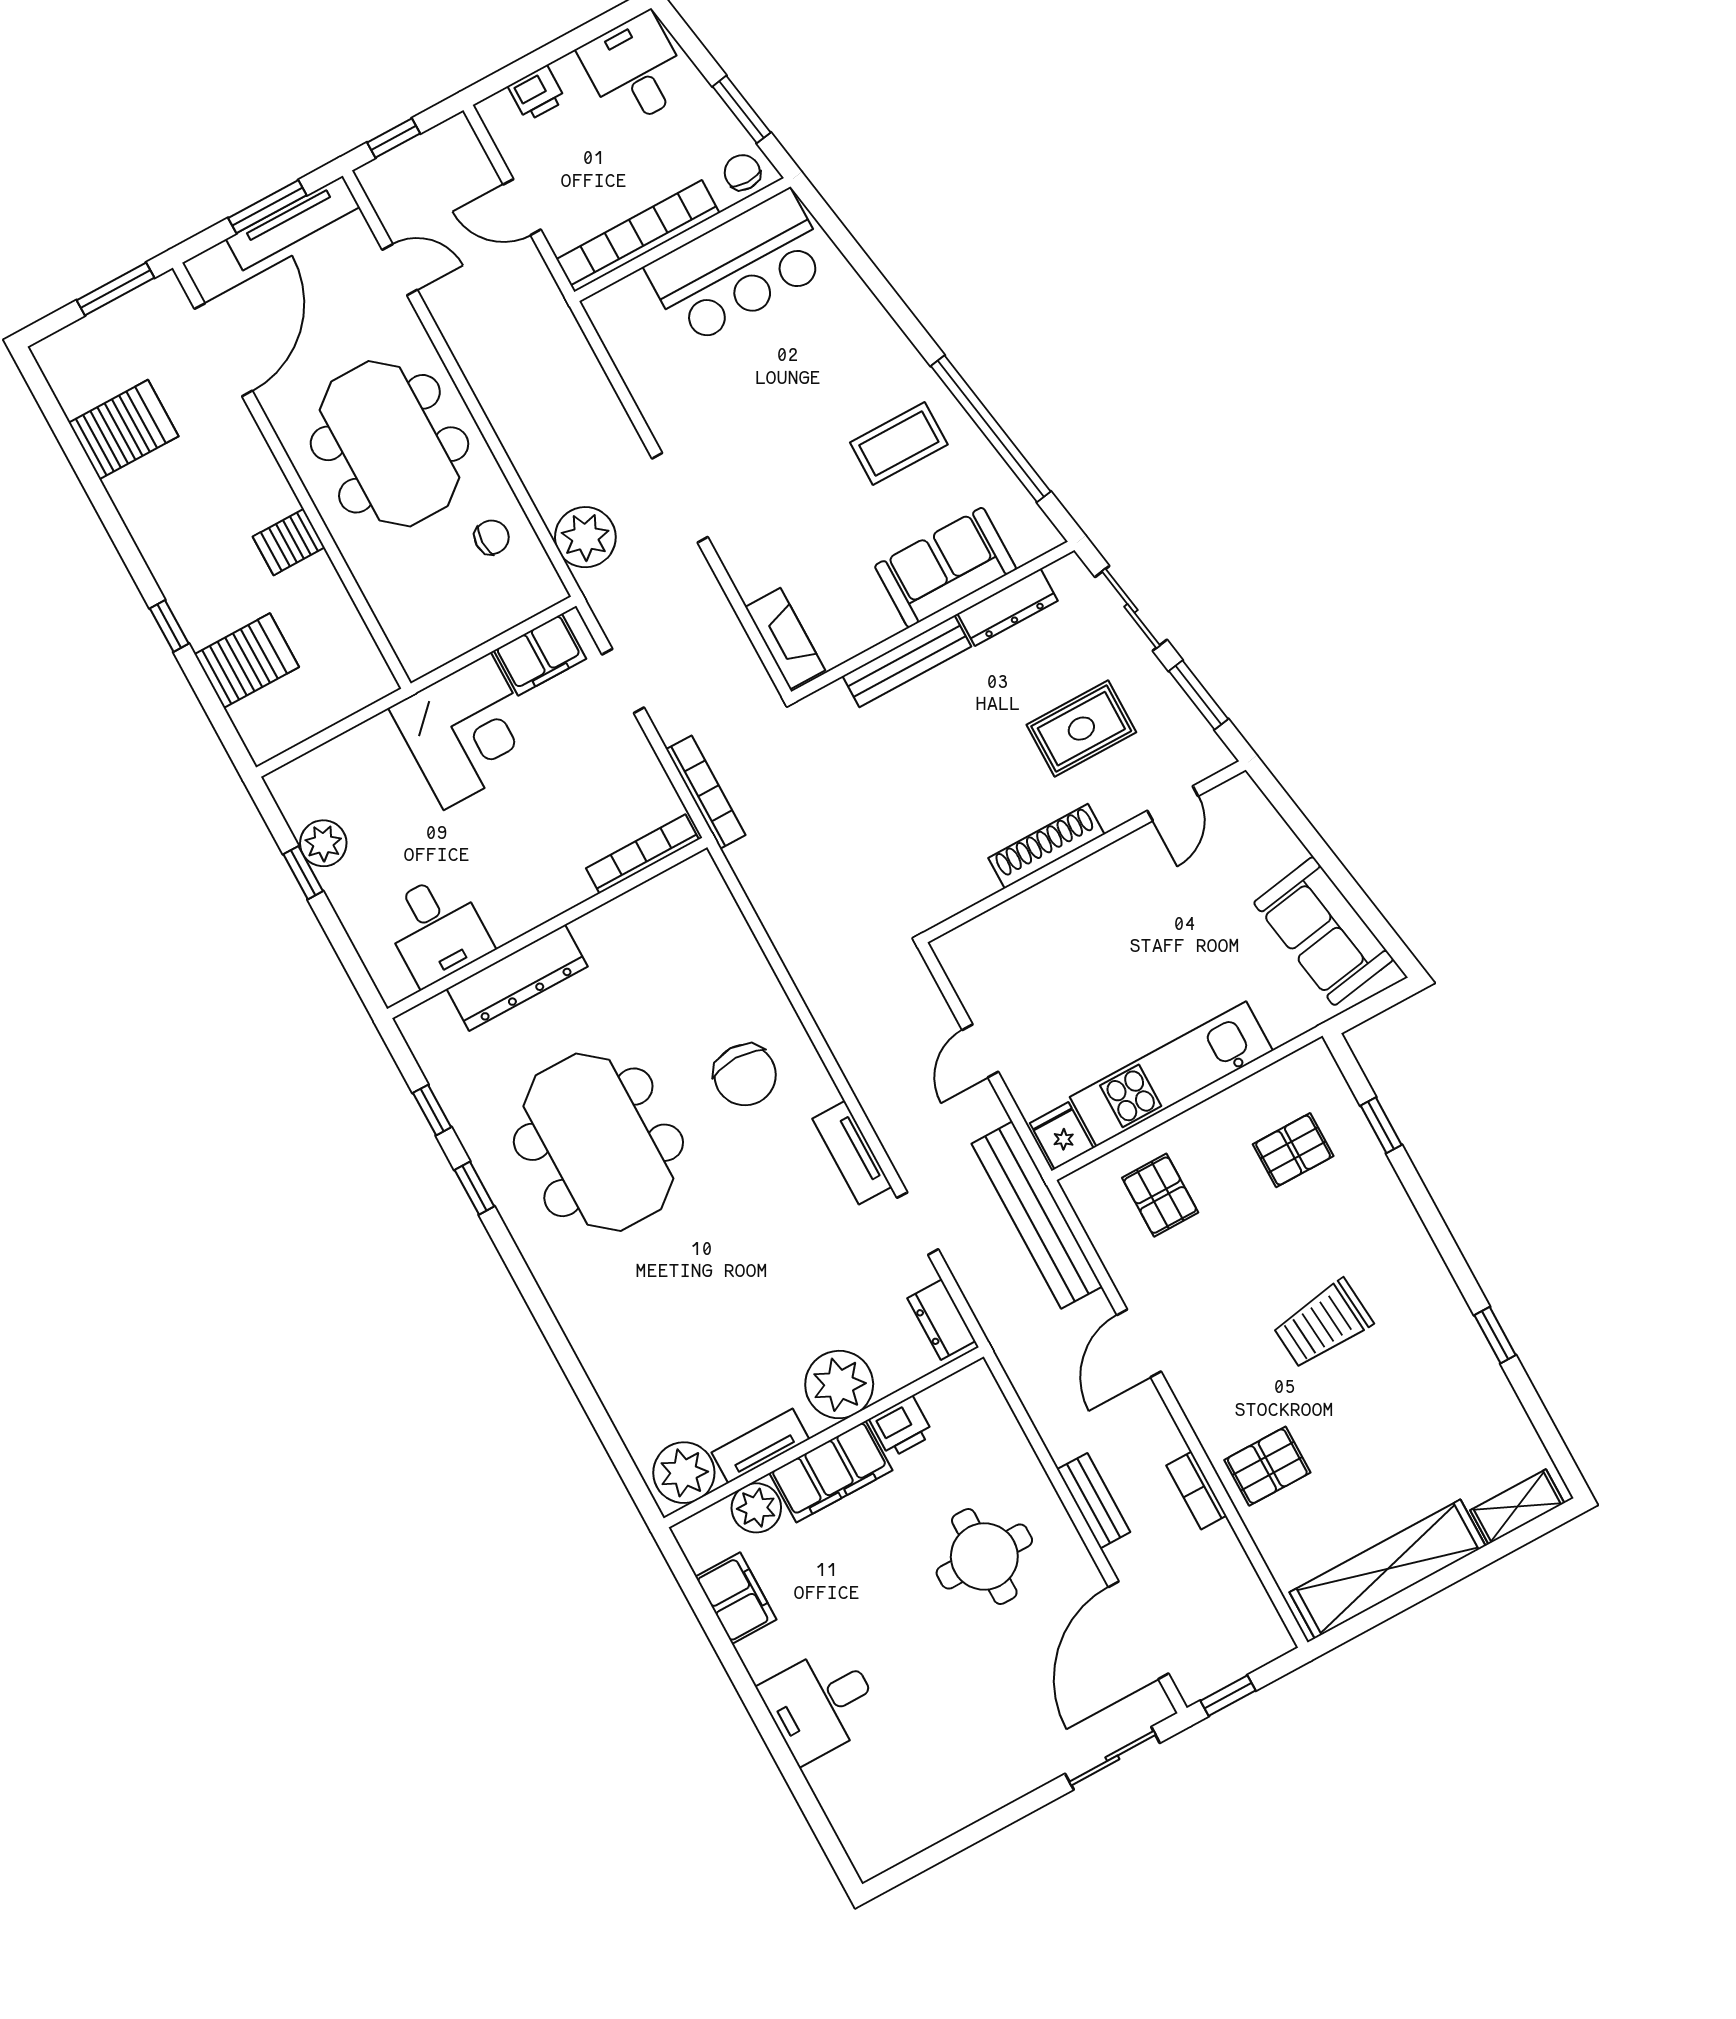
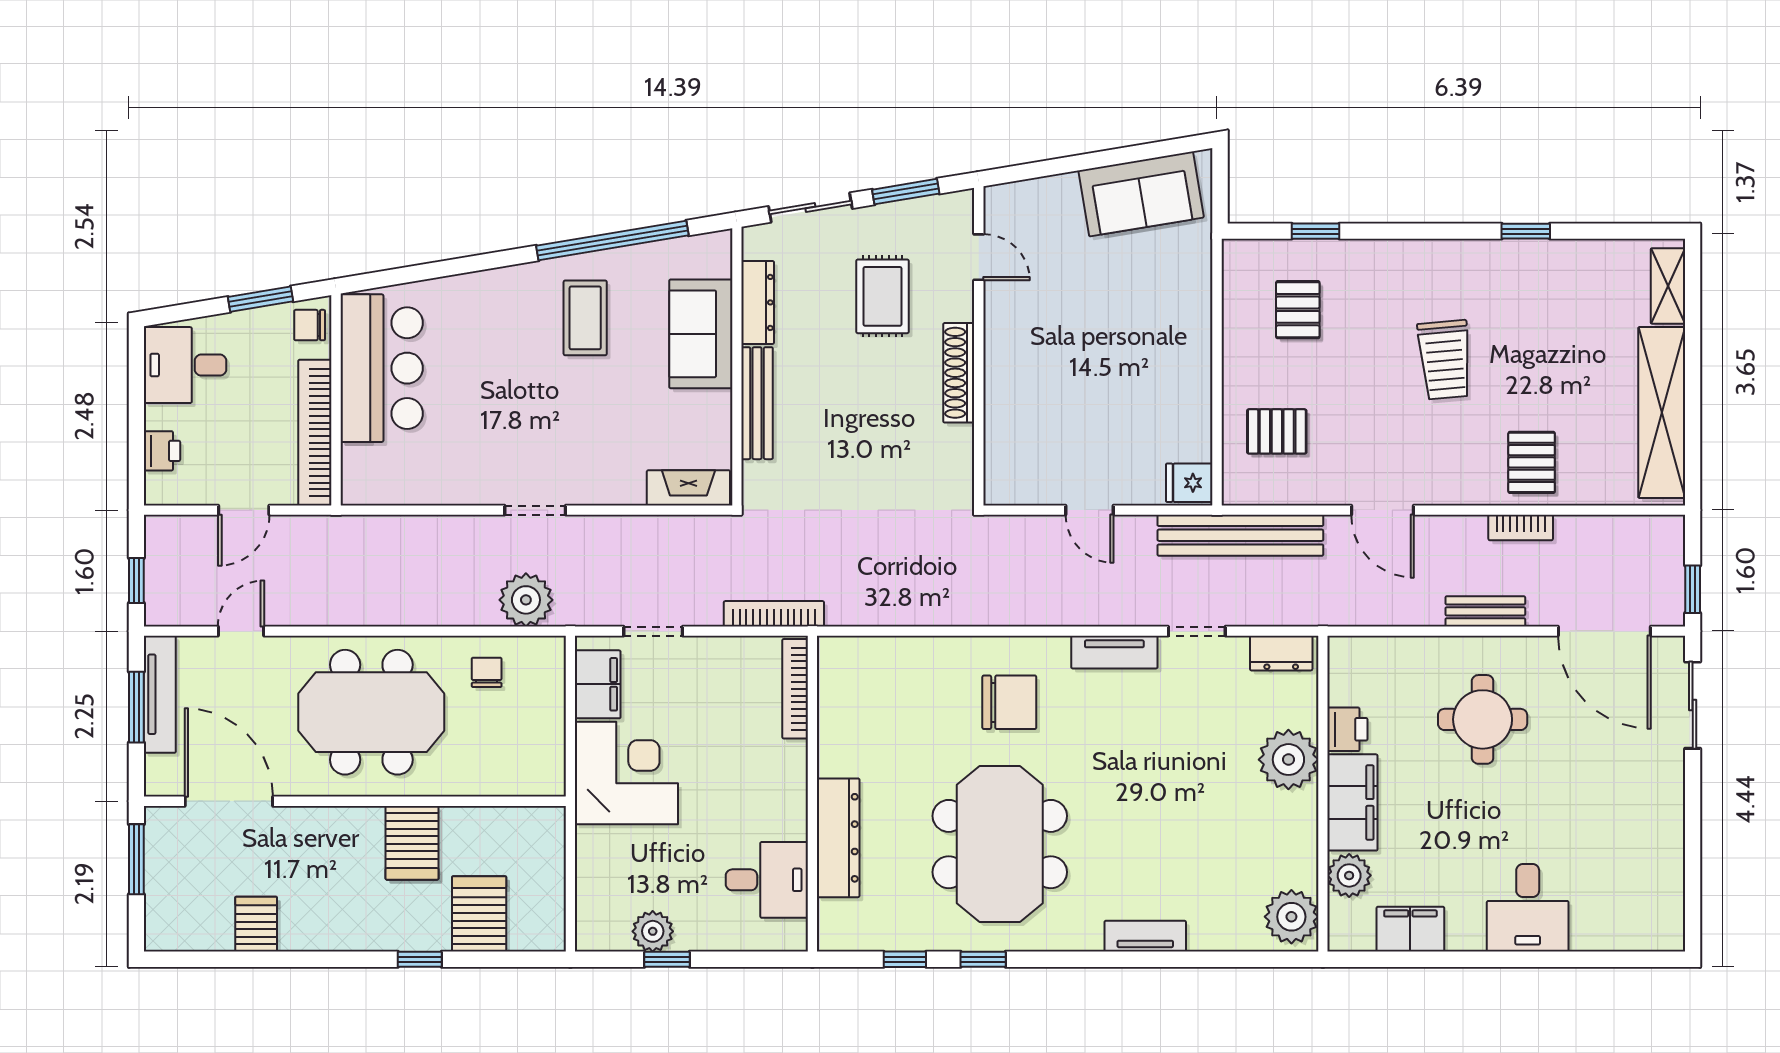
server rack: (124, 430) -> (256, 924), width x0.73, depth x0.70
doorway: (680, 498) -> (535, 510), width x0.73
server rack: (289, 542) -> (412, 843), width x1.36, depth x1.44
kitchen unit: (1171, 1074) -> (1188, 372), removed
meeting table: (598, 1142) -> (1000, 844), turned 90
tv unit: (760, 1446) -> (1145, 936), moved, turned 90

